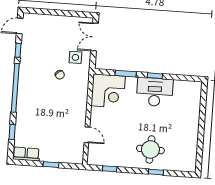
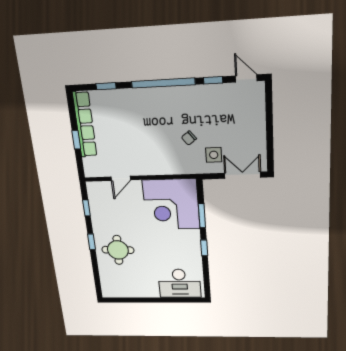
corner desk: (108, 91) -> (171, 204), width x1.36, depth x1.36
desk: (155, 92) -> (180, 283), moved, turned 90
row of seats: (26, 154) -> (85, 124), width x2.02
window: (156, 172) -> (91, 242), moved

